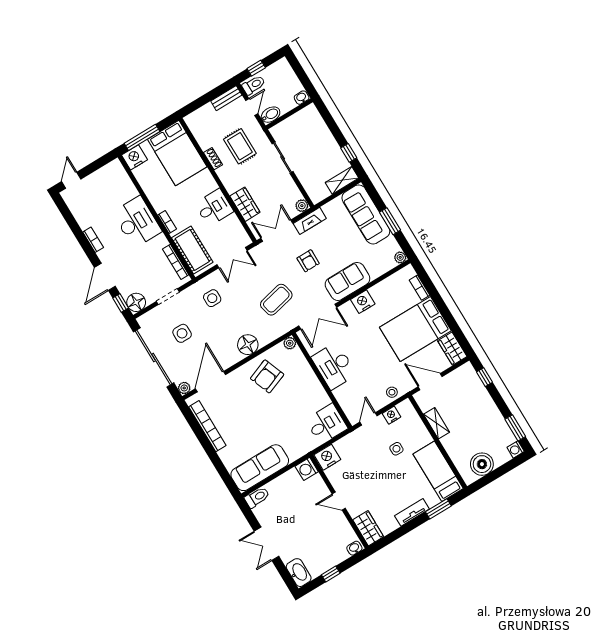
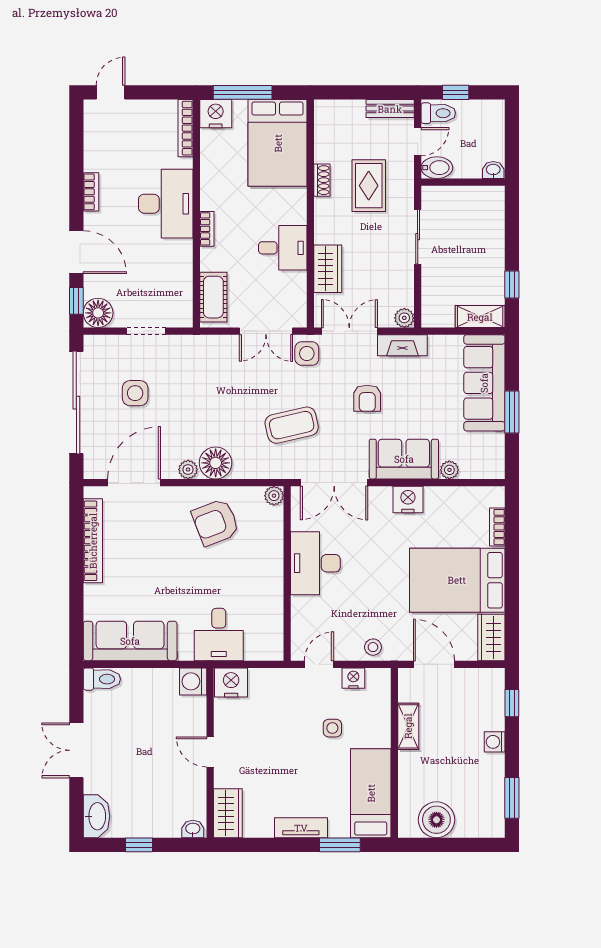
cot: (192, 250) -> (213, 297), width x0.73, depth x0.75
plant: (400, 257) -> (449, 470), moved
bookcase: (176, 262) -> (185, 128), moved
door: (105, 277) -> (76, 252), swing flipped
side table: (212, 298) -> (307, 353), moved
plant: (184, 388) -> (188, 470), moved
desk: (326, 424) -> (219, 634), moved, turned 90
washing machine: (516, 449) -> (495, 742), moved

